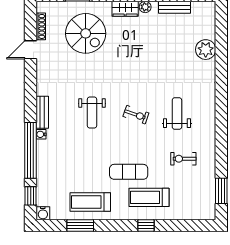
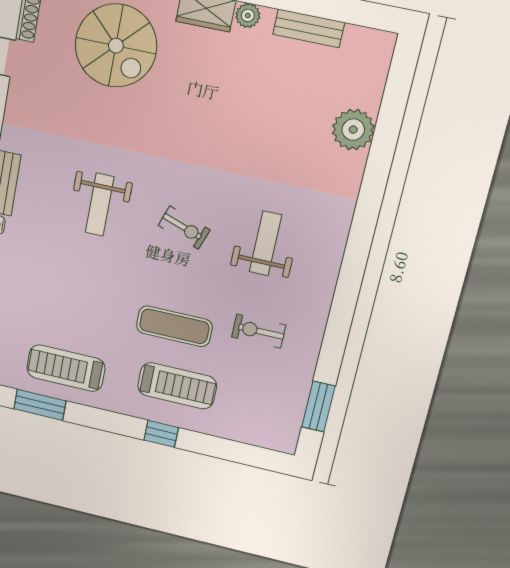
exercise mat: (129, 172) -> (174, 326), moved
treadmill: (149, 197) -> (177, 386), turned 180

